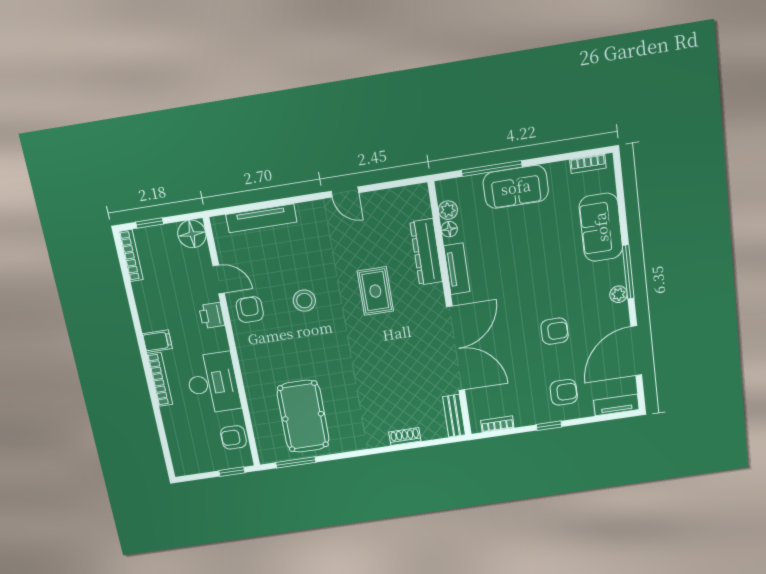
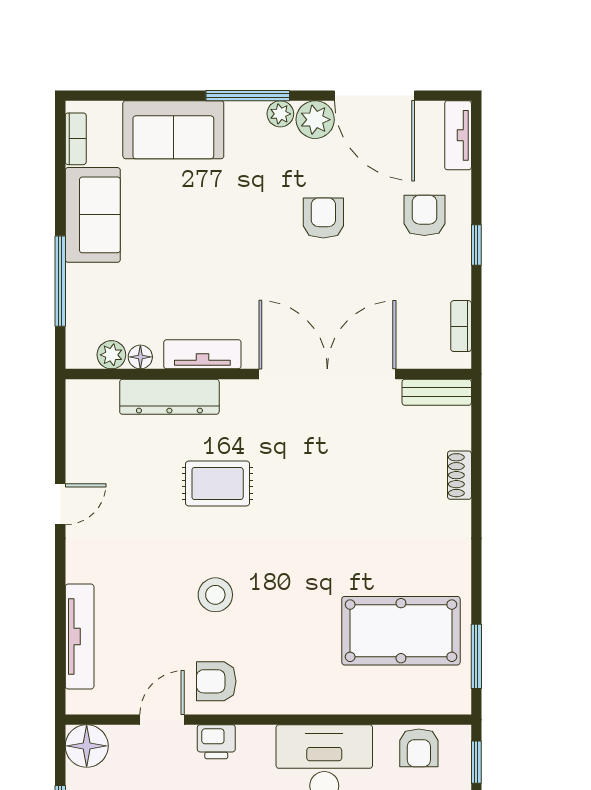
sofa: (516, 187) -> (93, 215), moved
plant: (617, 317) -> (315, 120), added

